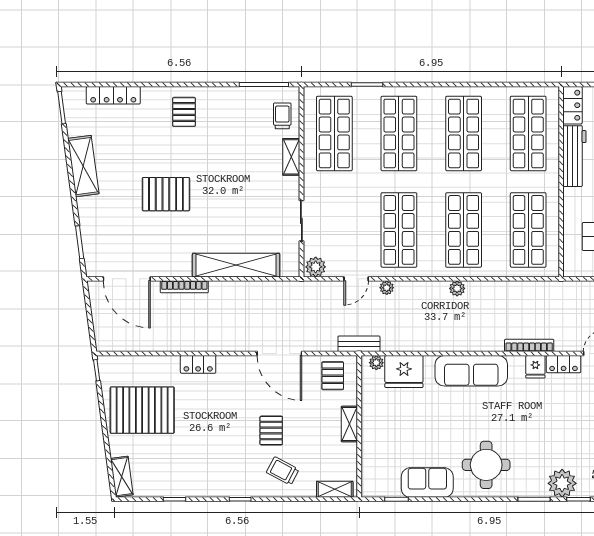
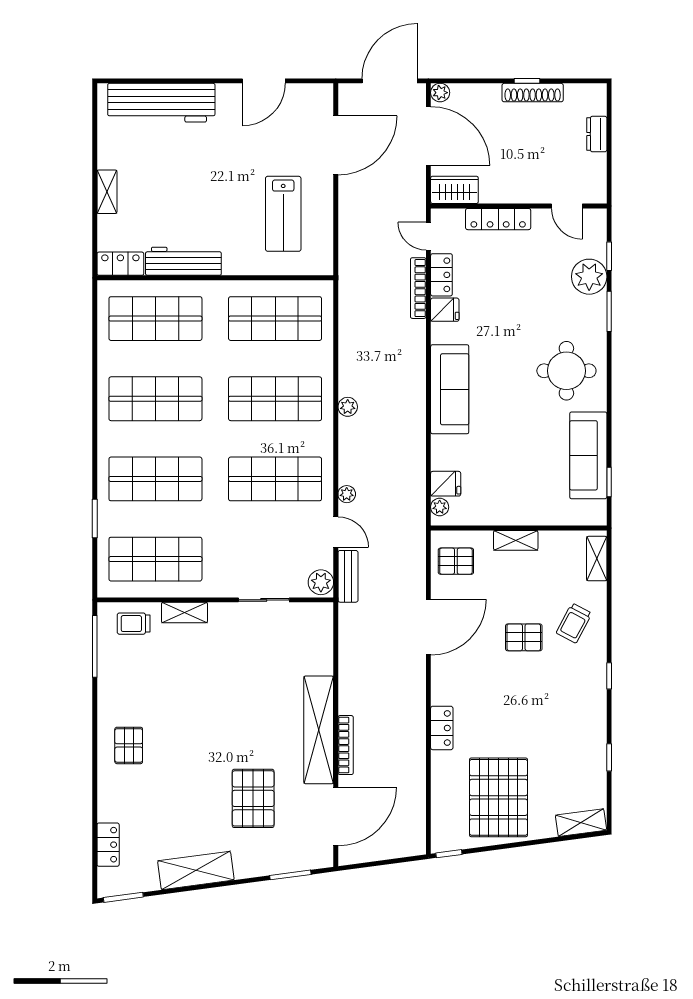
locker: (113, 95) -> (108, 845), width x0.66
pallet: (184, 112) -> (129, 745), turned 90
pallet: (166, 194) -> (253, 798), moved
shelving: (236, 265) -> (319, 730), moved
bench: (359, 344) -> (348, 576), moved
bookcase: (529, 345) -> (418, 288), moved
fridge: (404, 372) -> (446, 484), width x0.53, depth x0.75
sofa: (427, 483) -> (588, 455), width x1.36

